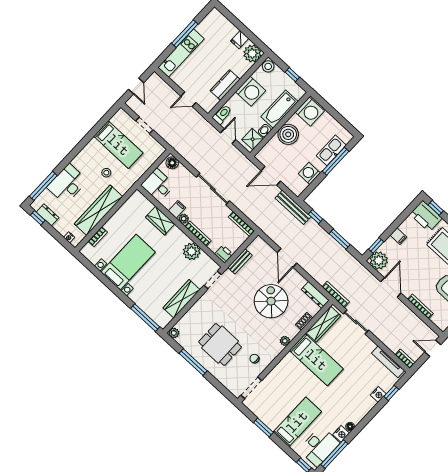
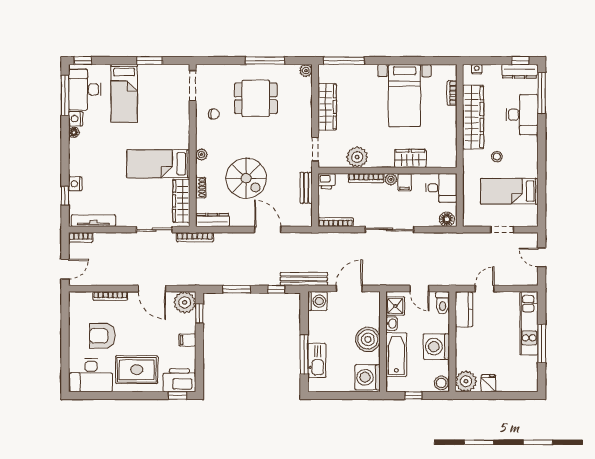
kitchen counter: (225, 85) -> (464, 310), moved
washing machine: (309, 173) -> (317, 301), moved
dresser: (48, 215) -> (520, 71), width x1.44

